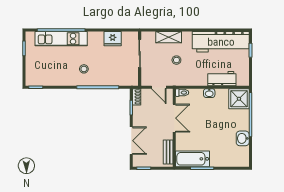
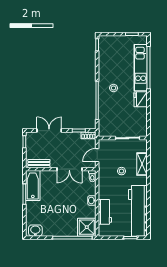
fridge: (113, 39) -> (141, 99), moved
washbasin: (243, 138) -> (35, 231), moved
double door: (131, 141) -> (49, 131), swing flipped

